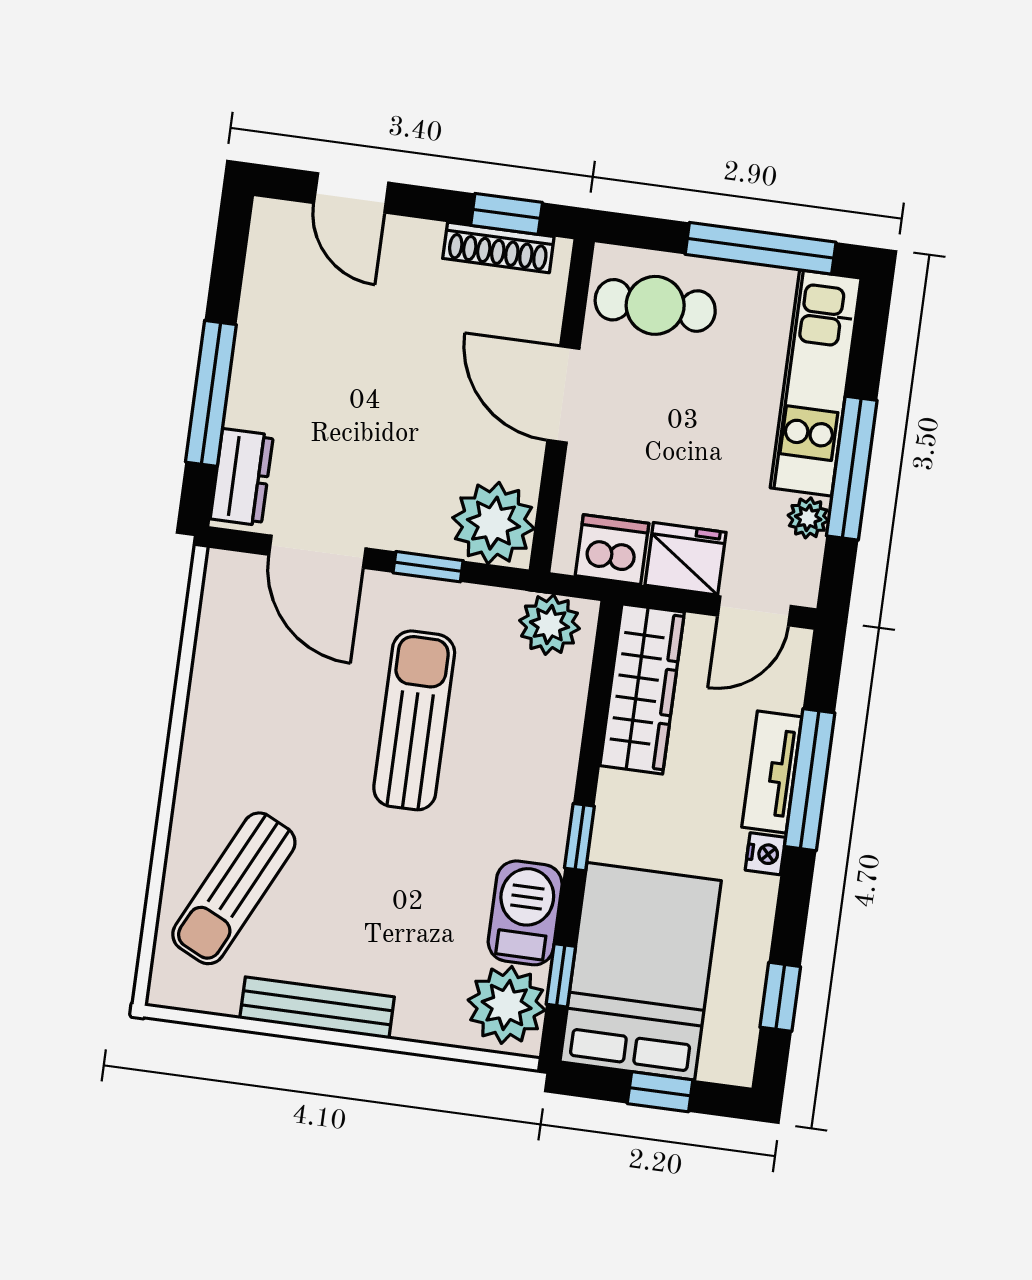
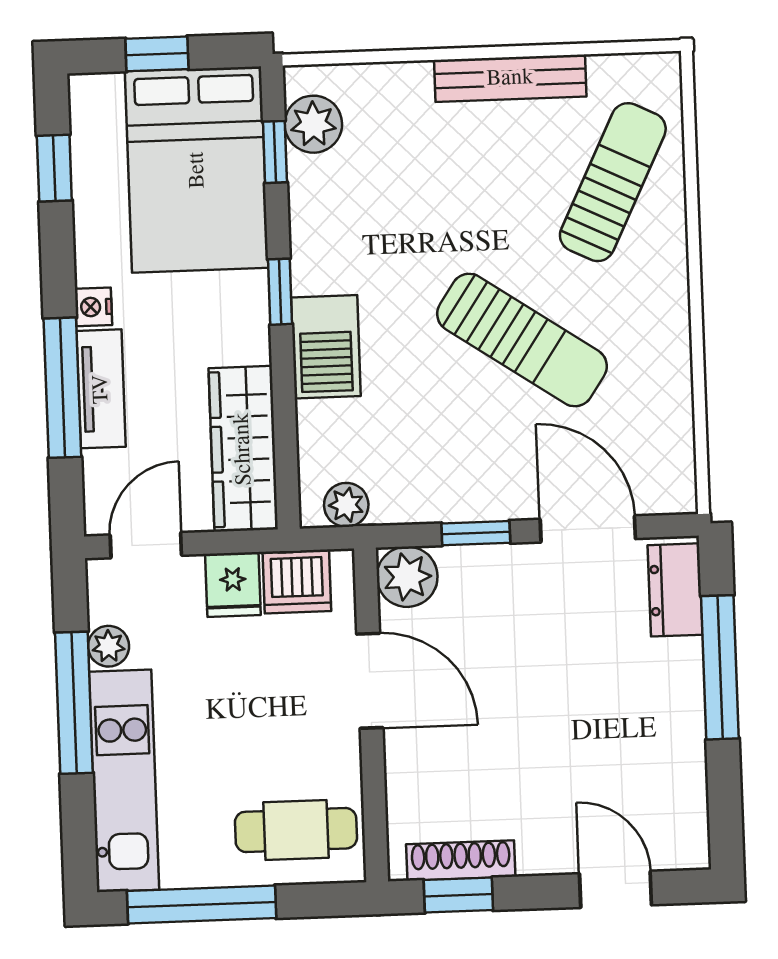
door: (563, 394) -> (370, 681), moved
plant: (493, 523) -> (407, 577), width x0.73, depth x0.73
fridge: (686, 559) -> (233, 584), width x0.72
plant: (549, 625) -> (346, 505), width x0.73, depth x0.73
sun lounger: (414, 720) -> (522, 340), moved, turned -56
barbecue: (525, 913) -> (326, 347), moved
plant: (507, 1005) -> (313, 124), width x0.73, depth x0.73

